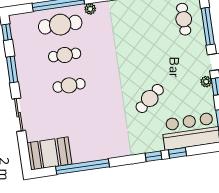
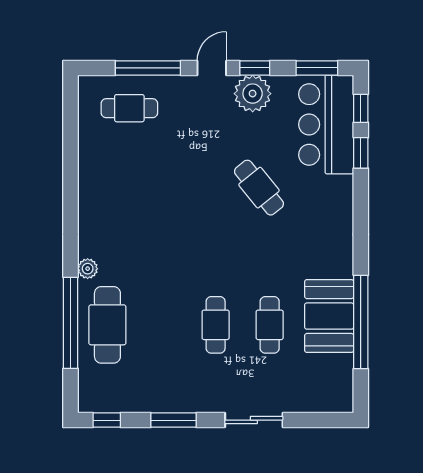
cafe table: (65, 55) -> (270, 325), moved
plant: (206, 82) -> (253, 94), width x1.87, depth x1.87
booth: (49, 153) -> (329, 316), moved
window: (154, 156) -> (361, 108), moved

